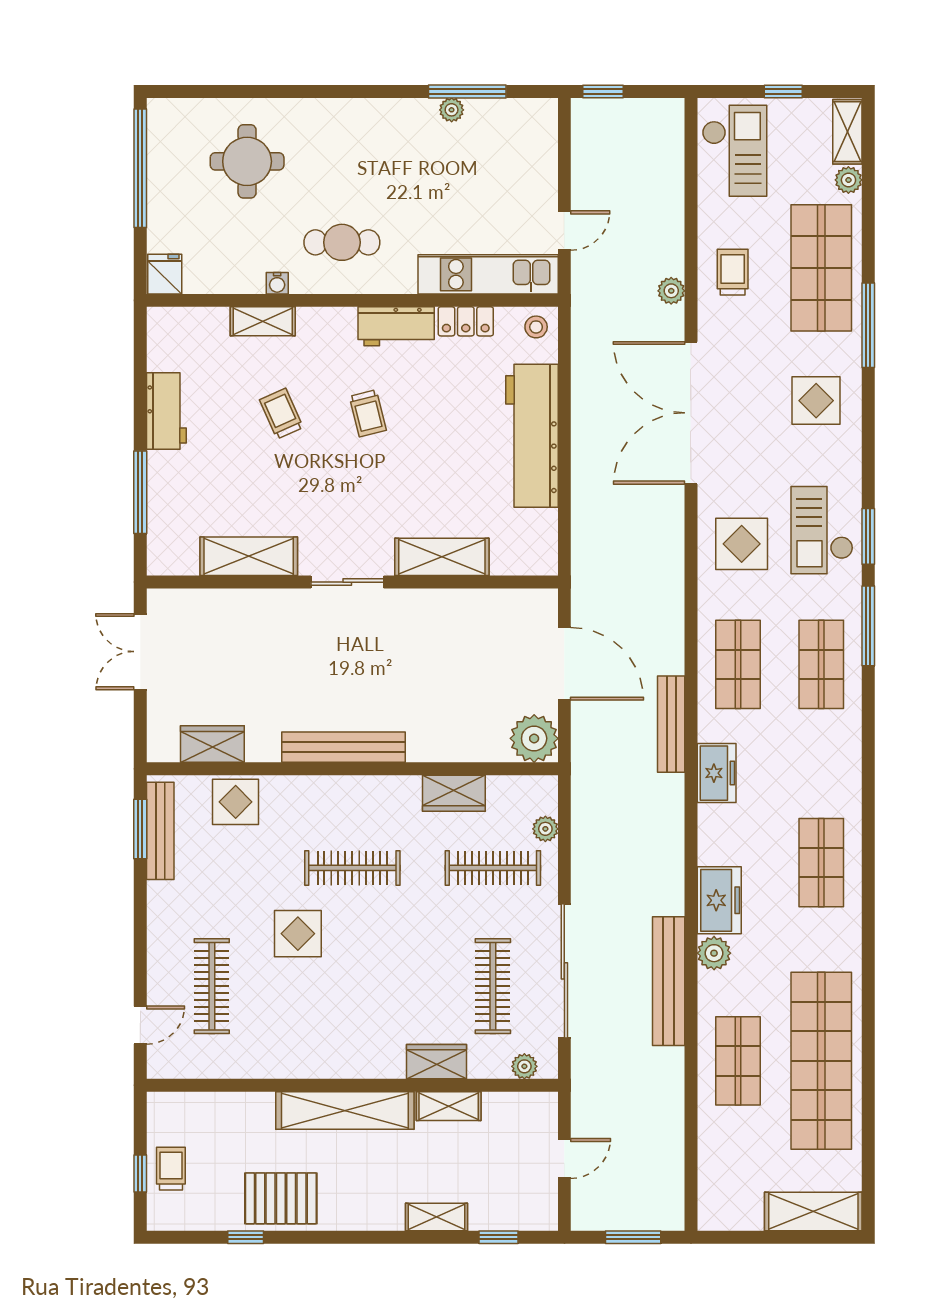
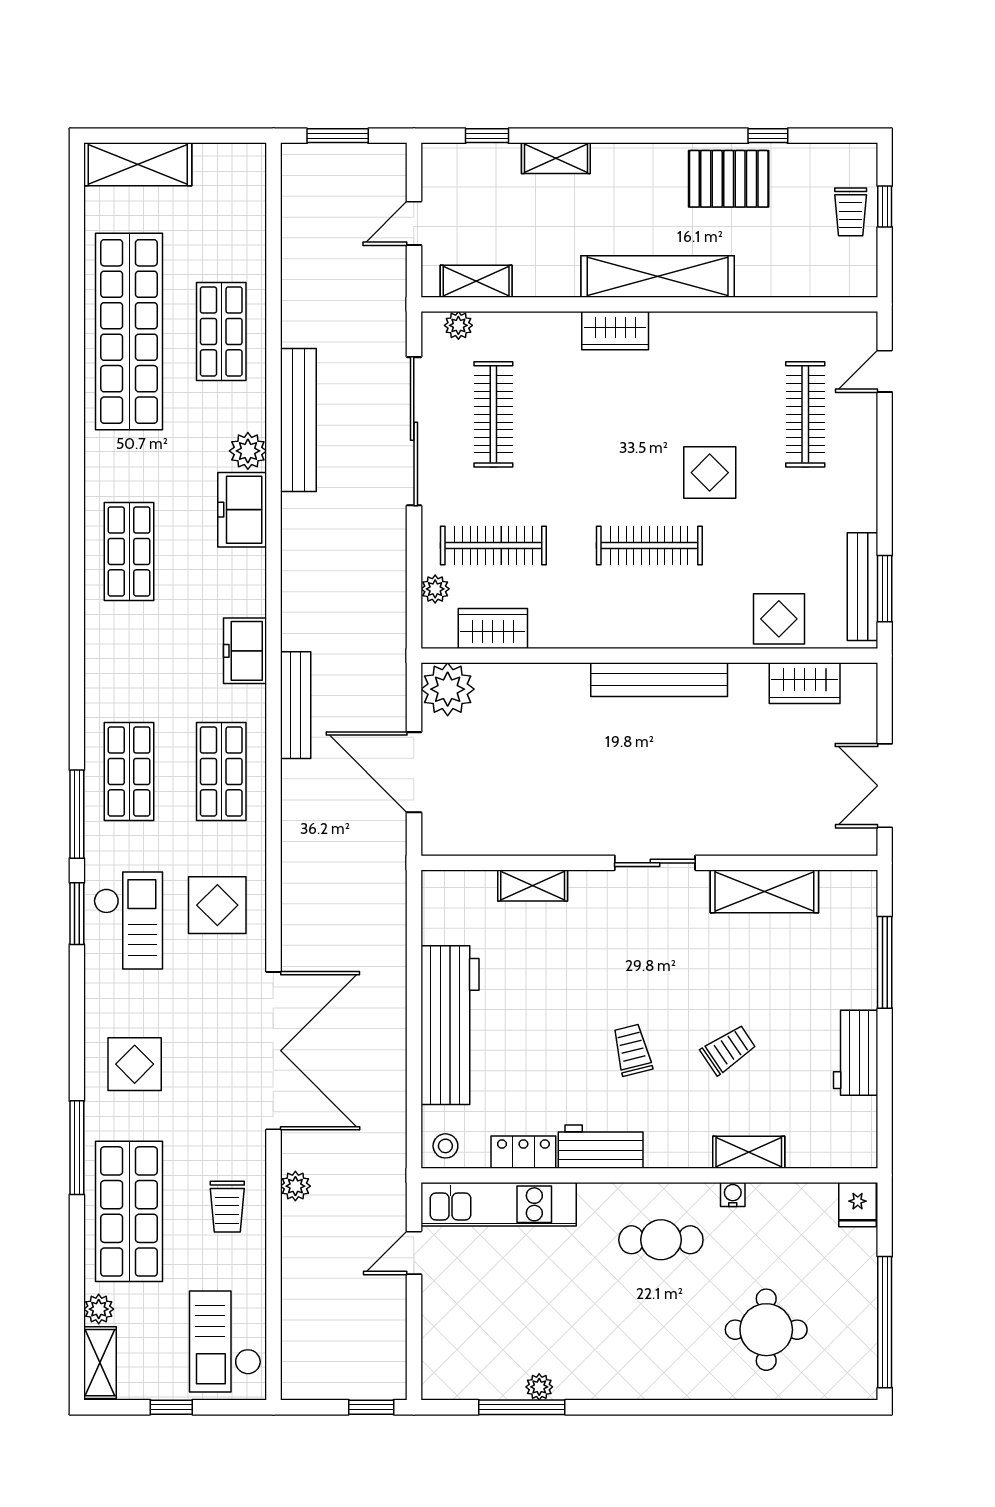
trolley: (281, 414) -> (728, 1050), turned -100
shelving: (442, 557) -> (533, 885), width x0.67, depth x0.75
double door: (140, 652) -> (885, 786), swing flipped
wardrobe: (454, 793) -> (493, 628), moved
wardrobe: (437, 1062) -> (615, 331), moved
shelving: (449, 1106) -> (476, 281), moved

